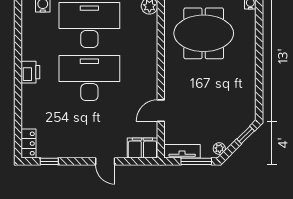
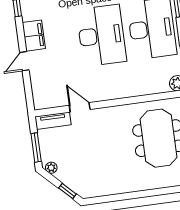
filing cabinet: (142, 148) -> (34, 36), moved
tv unit: (182, 151) -> (53, 121), moved, turned 90

